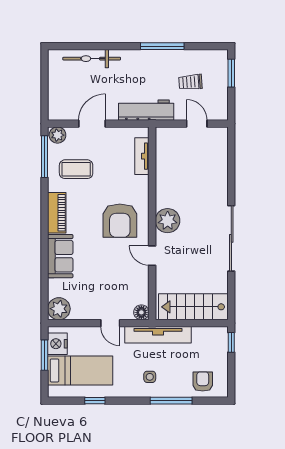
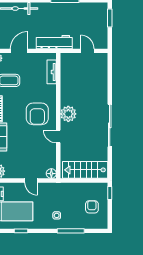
trolley: (190, 82) -> (83, 24), removed
tv unit: (158, 335) -> (62, 188), removed
armchair: (203, 381) -> (92, 207), moved

